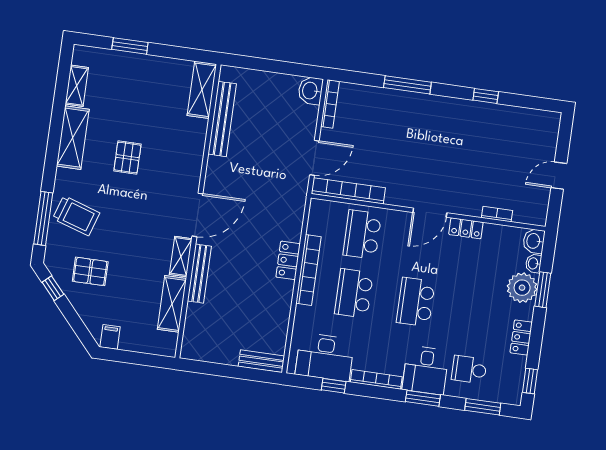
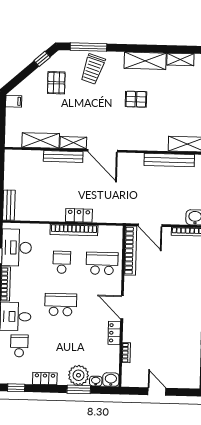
school desk: (354, 293) -> (62, 262), width x0.54

